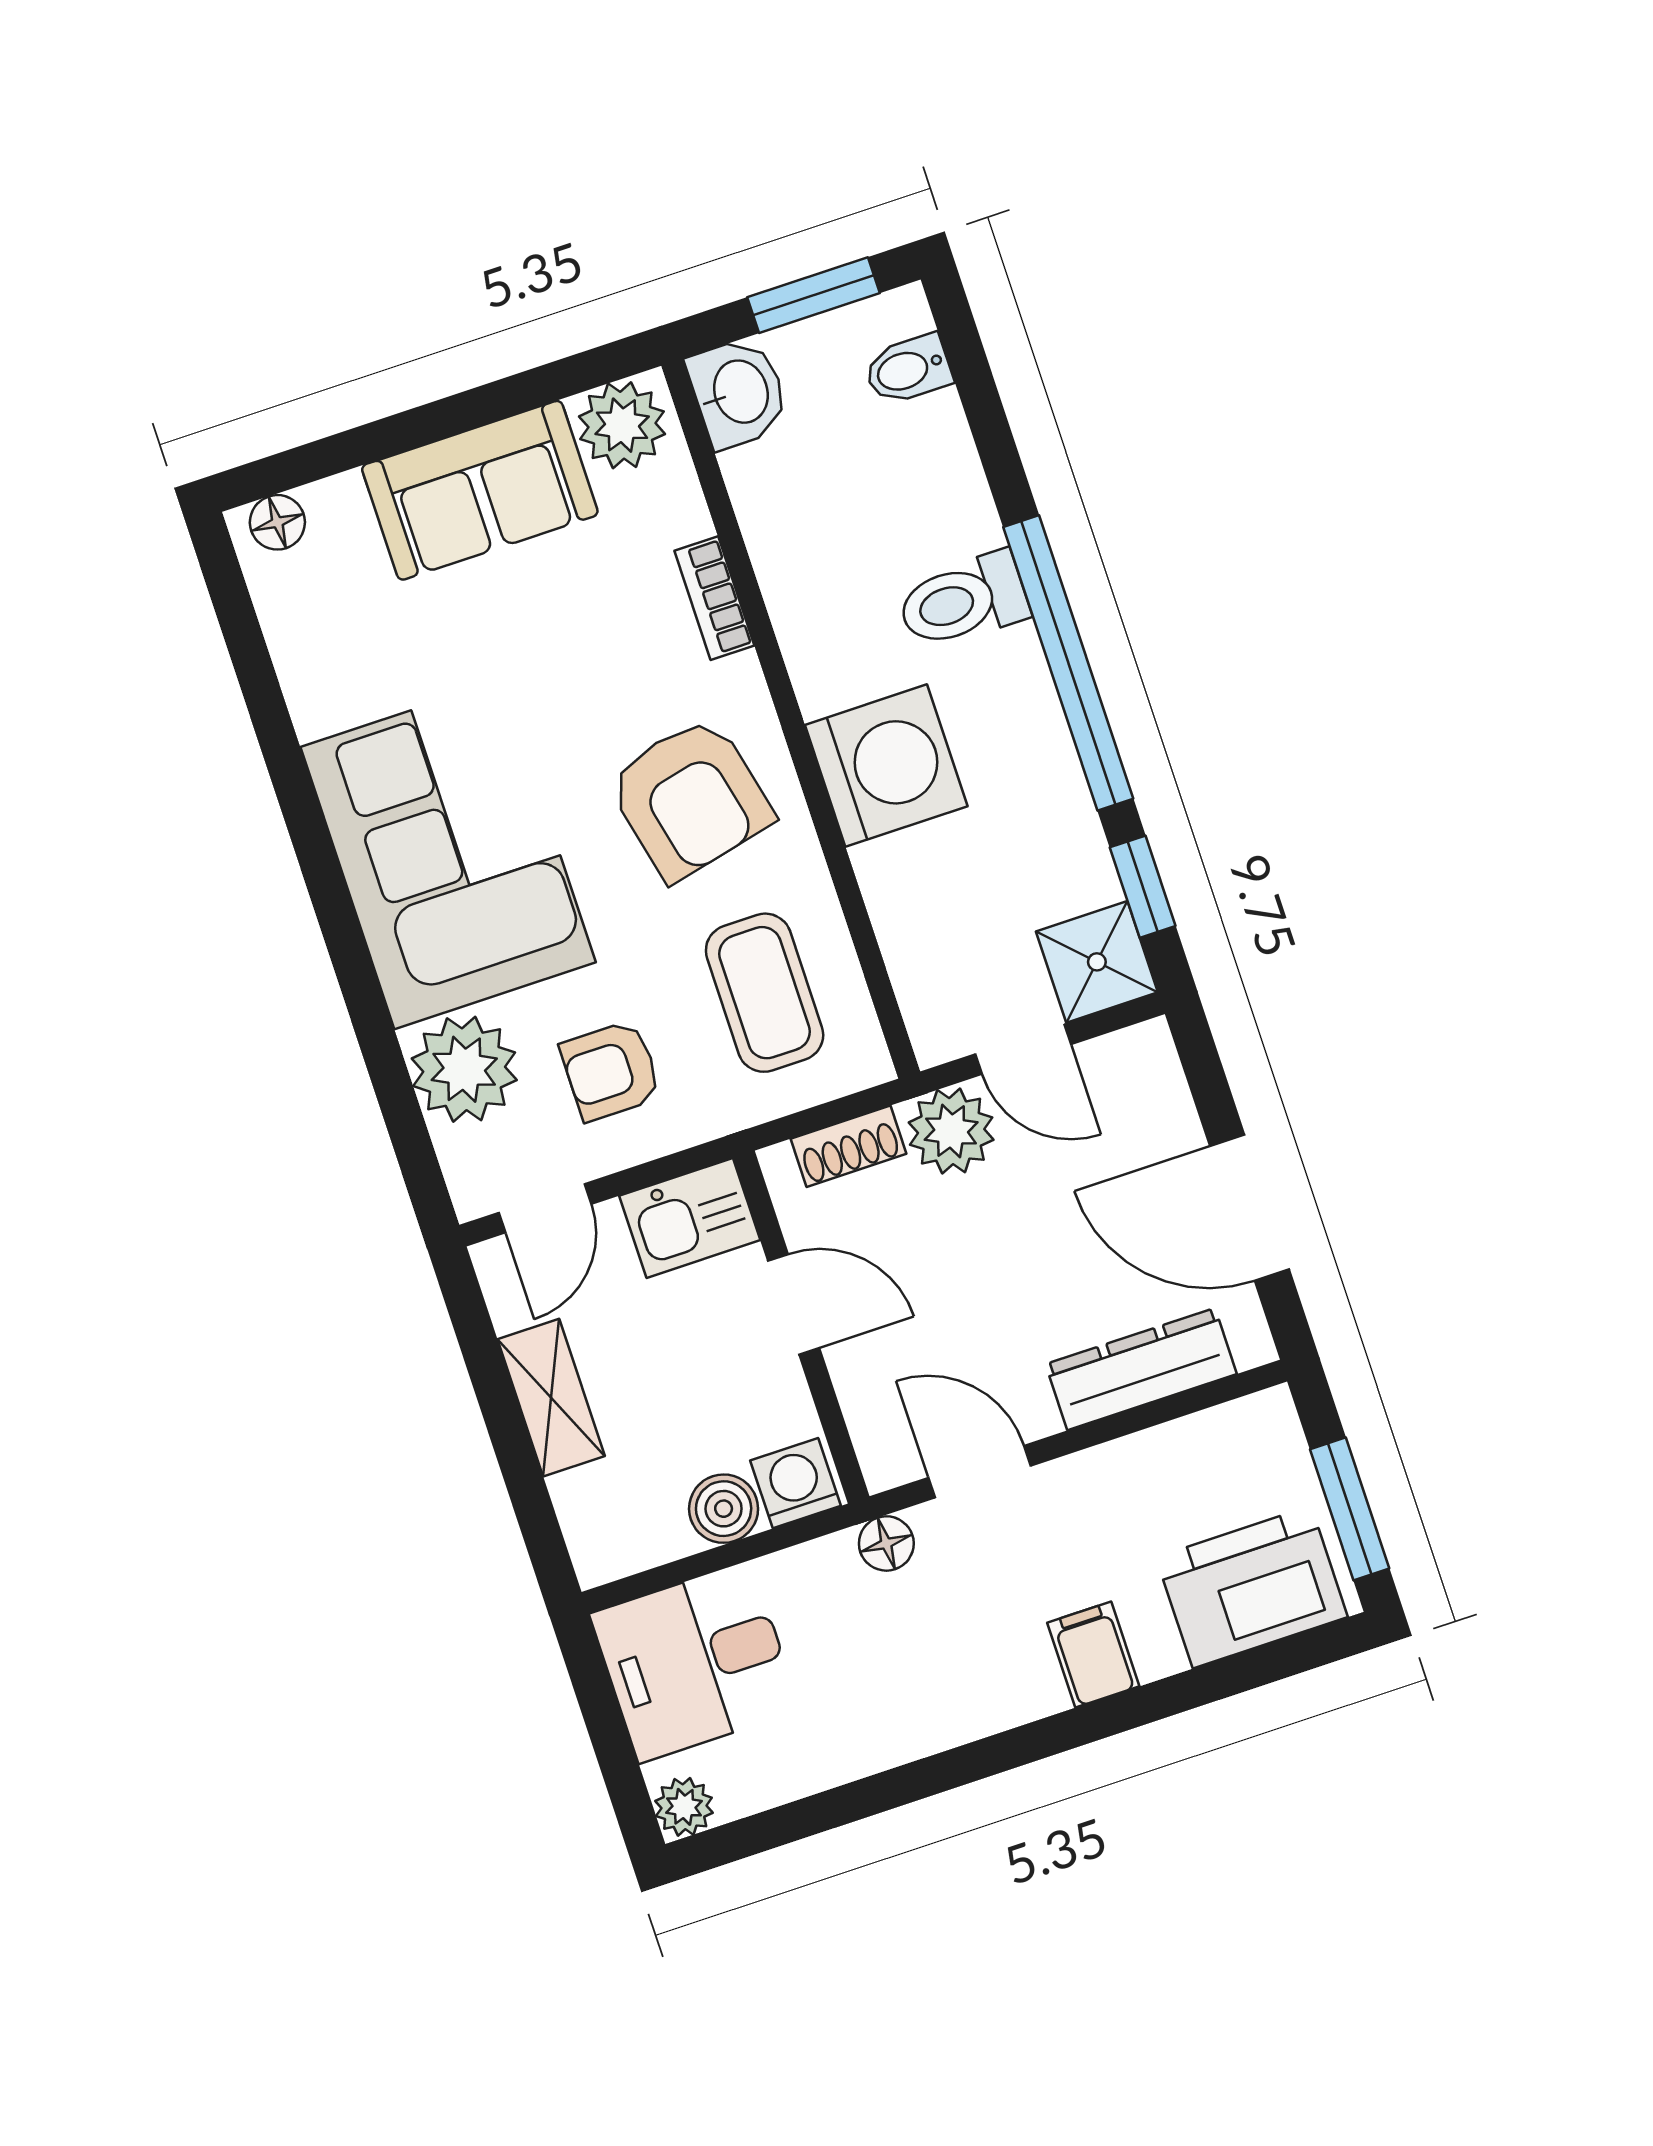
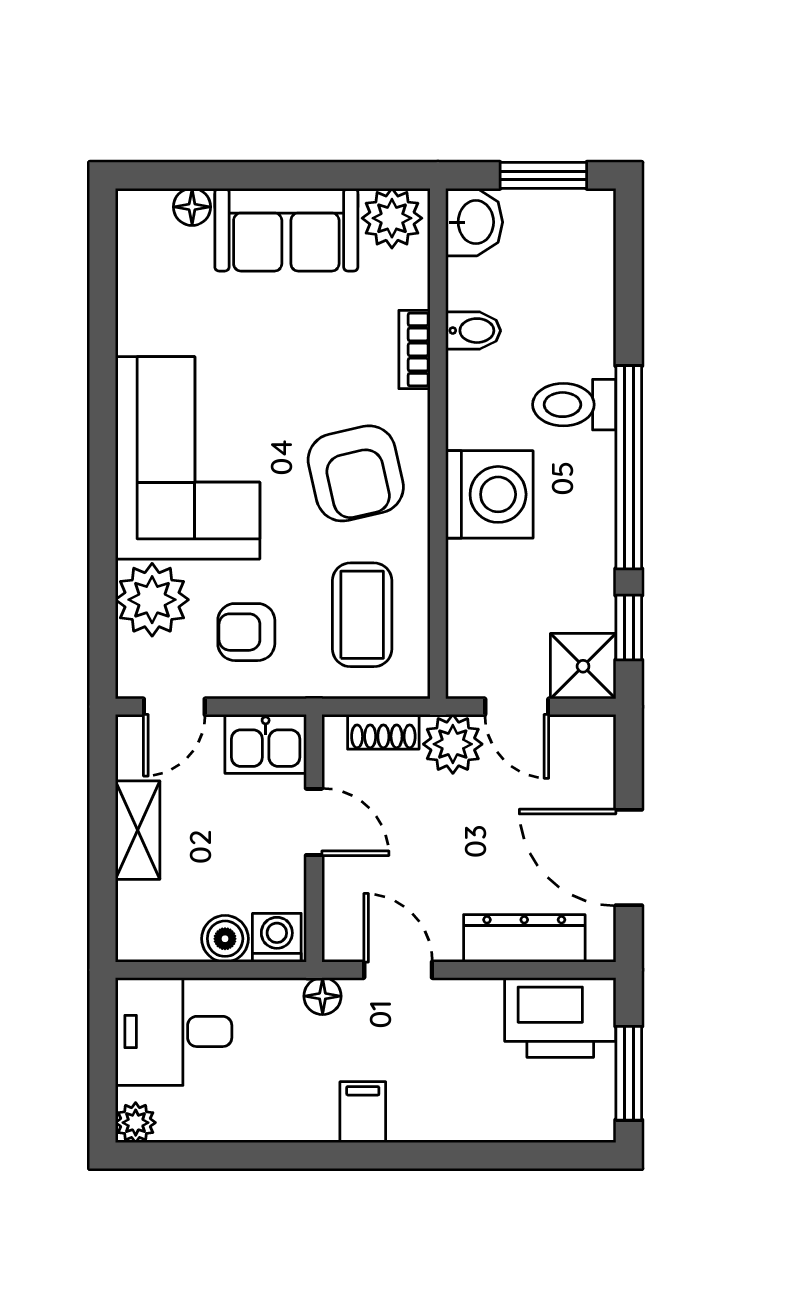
bidet: (908, 369) -> (473, 331), moved, turned 180
floor lamp: (277, 522) -> (192, 207), moved
printer: (1252, 1587) -> (560, 1017), moved, turned 180
filing cabinet: (1093, 1655) -> (363, 1112), moved

